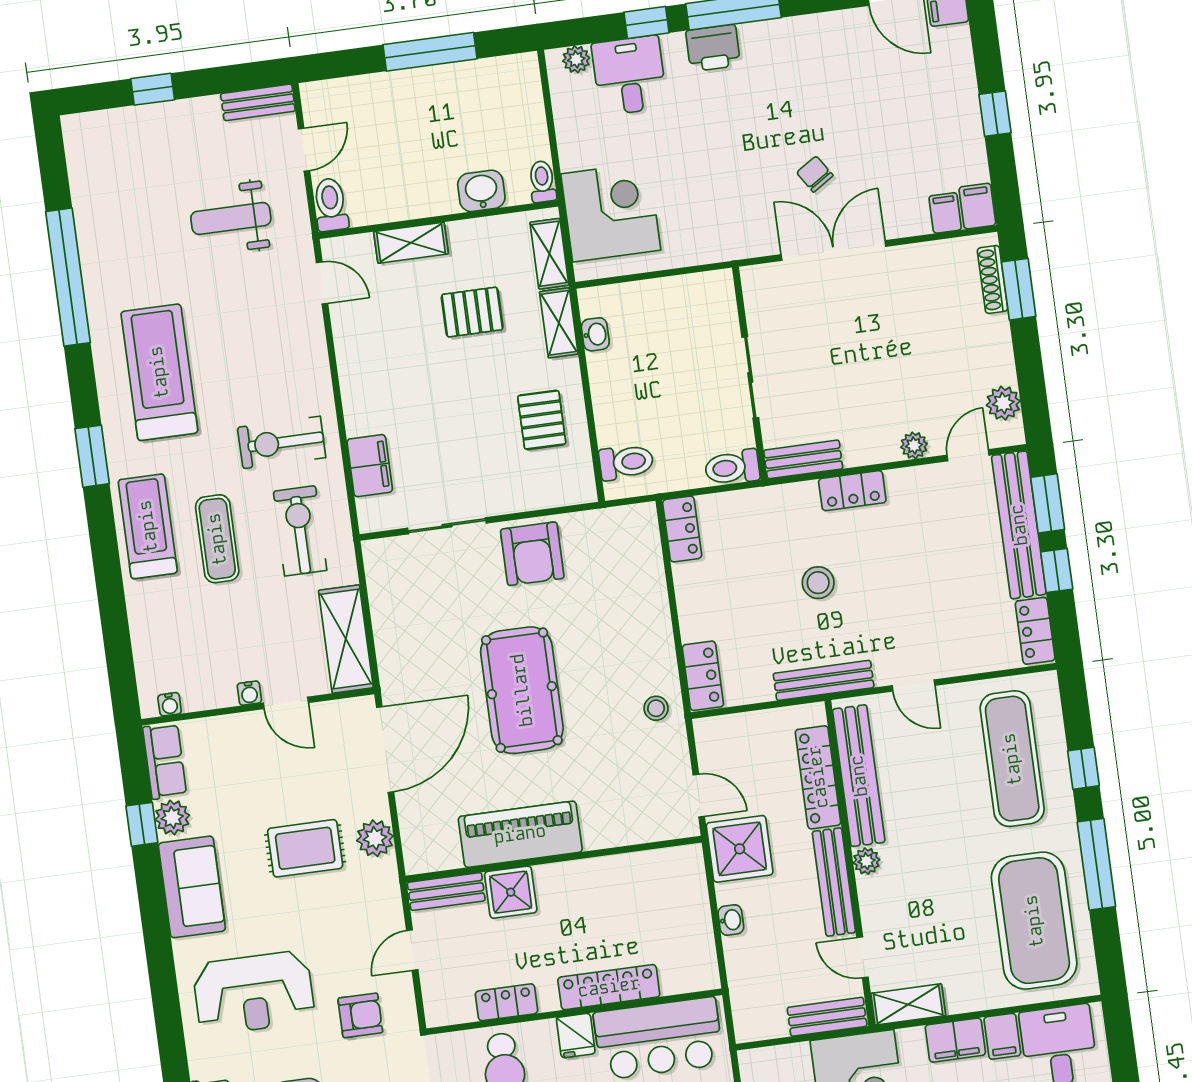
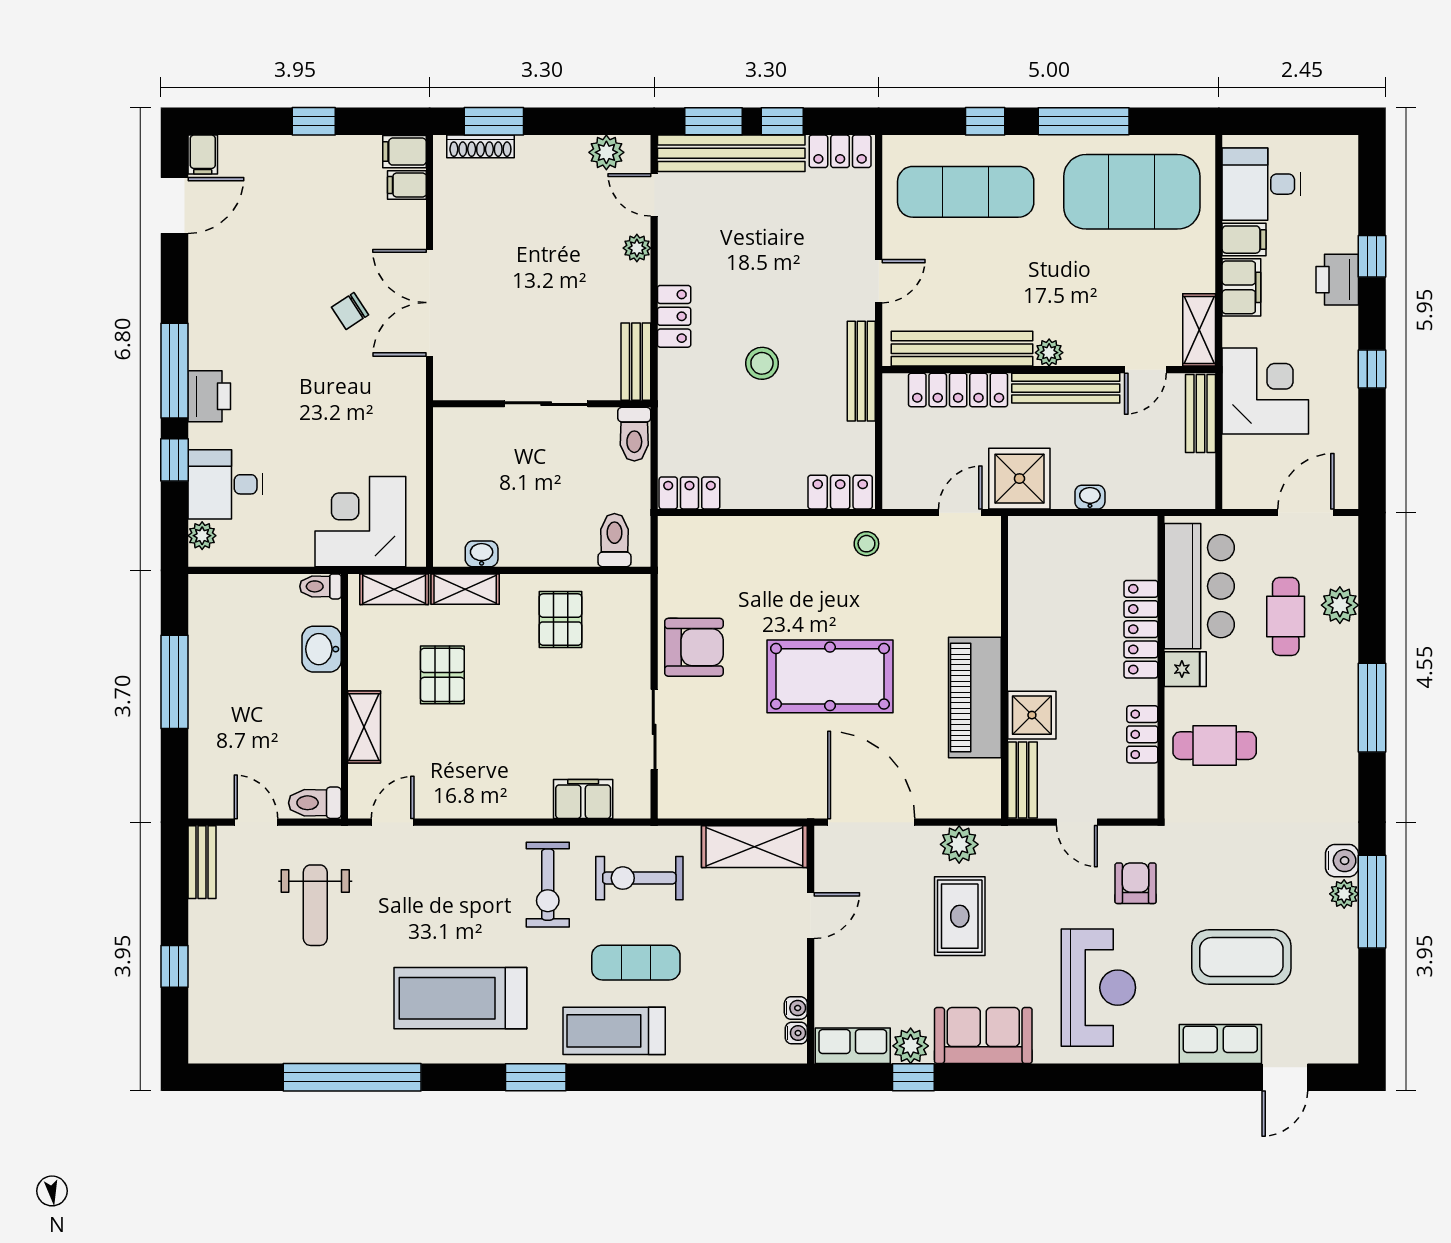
pallet: (542, 420) -> (560, 620), turned 90
water cooler: (249, 693) -> (796, 1008), moved

